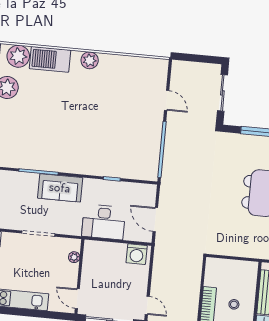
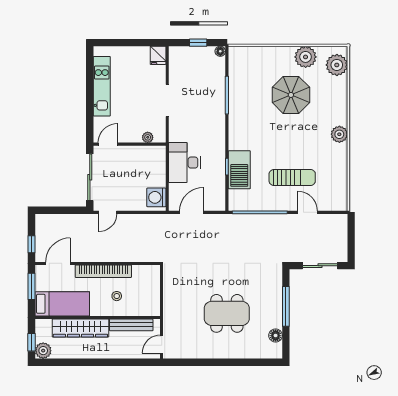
barbecue: (50, 59) -> (239, 170), moved, turned 180
door: (167, 100) -> (308, 212), swing flipped
parasol: (45, 106) -> (291, 95), added
sun lounger: (129, 113) -> (292, 177), added
sofa: (60, 188) -> (213, 117), removed

